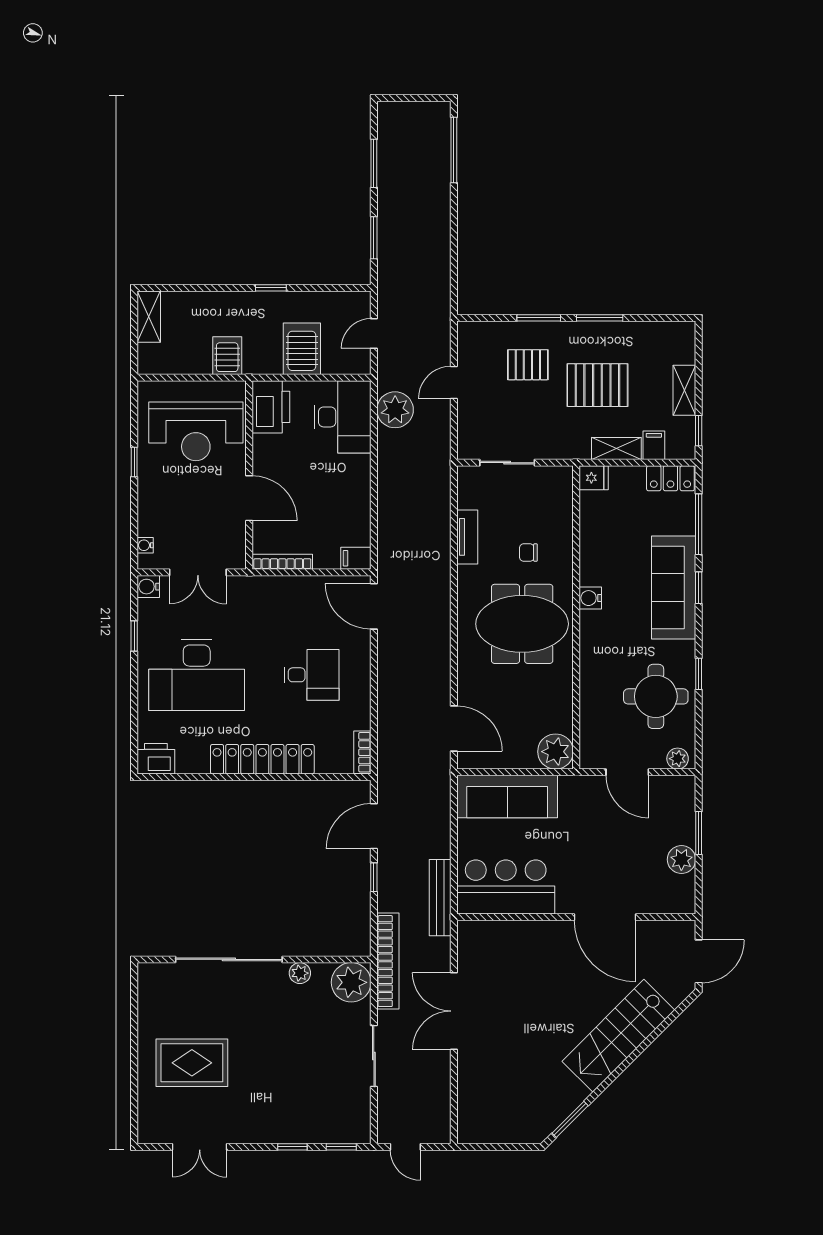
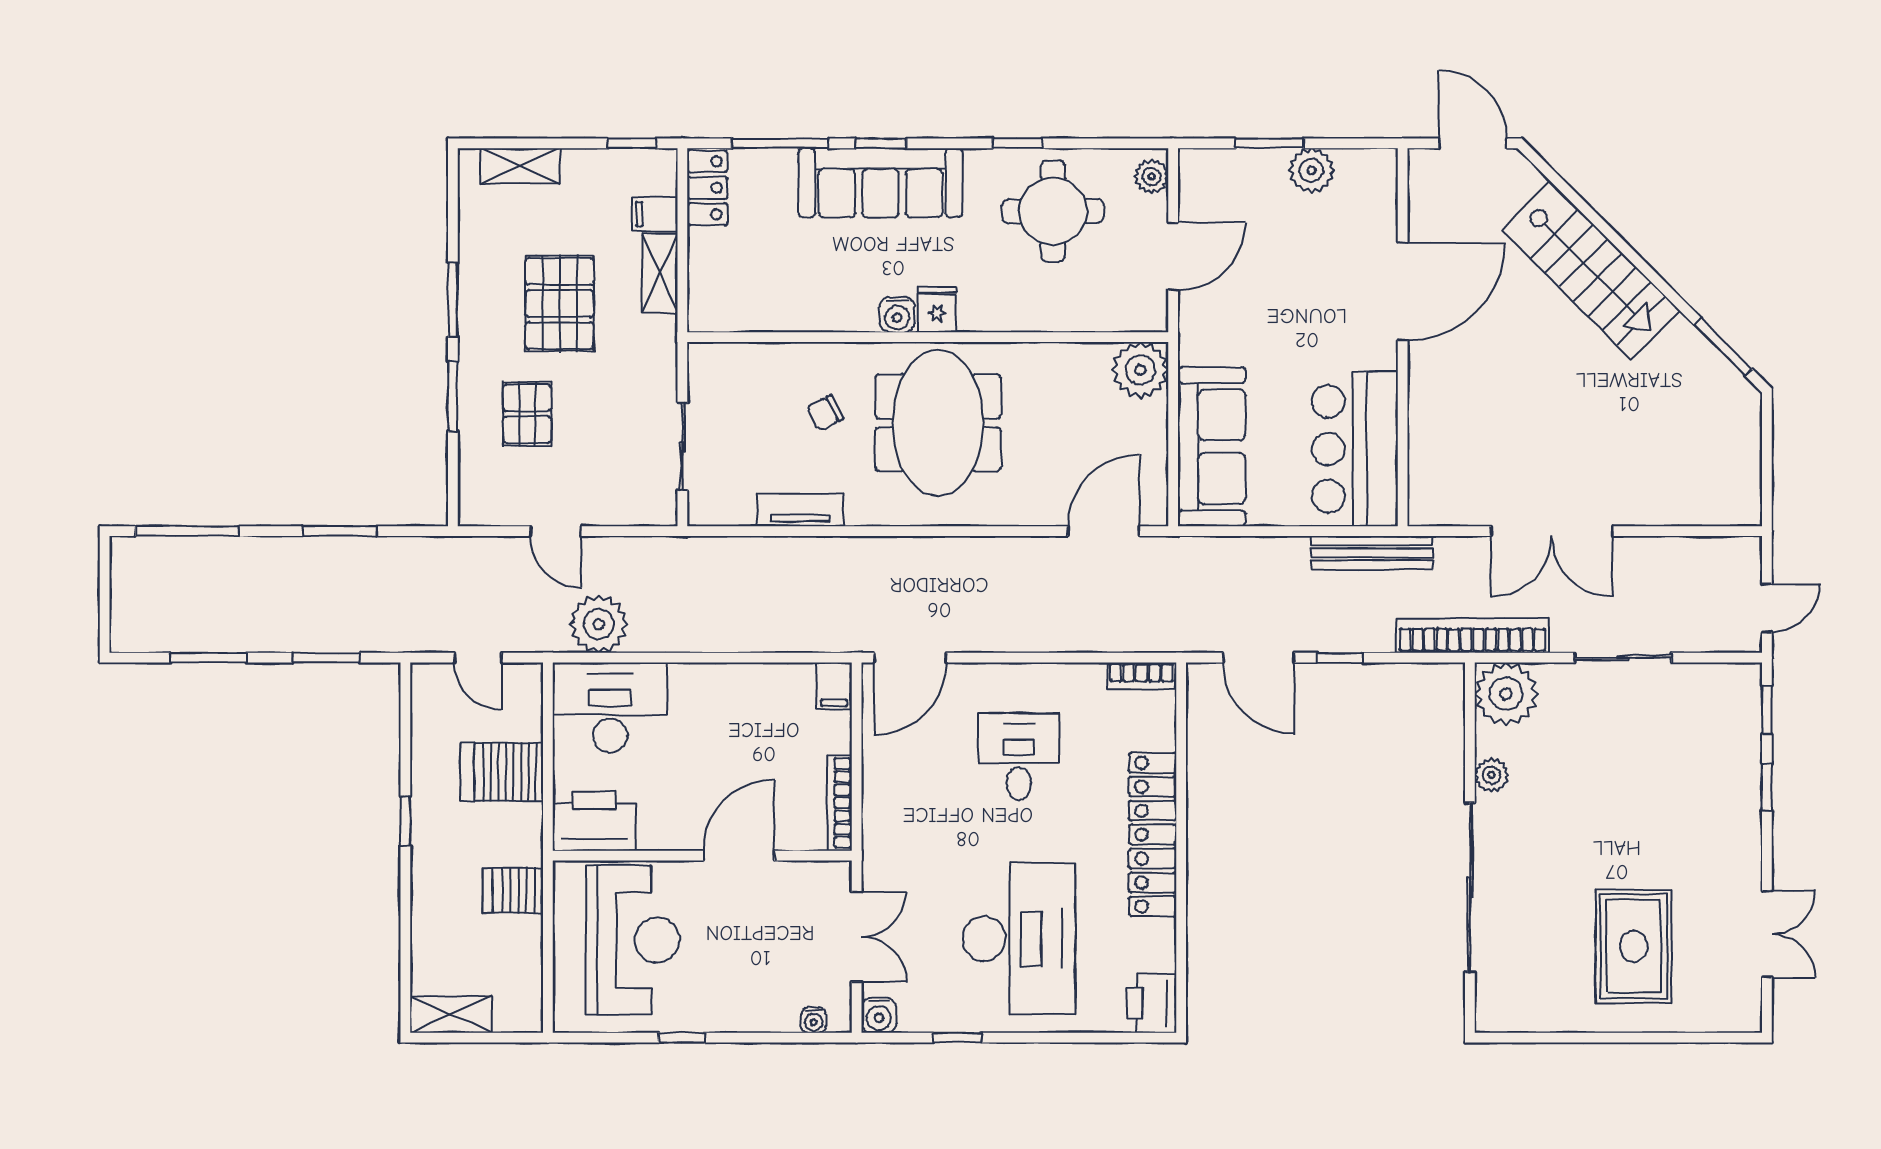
window: (454, 246) -> (340, 531), added
shelving: (684, 390) -> (520, 166), moved
fridge: (594, 478) -> (937, 309), moved
chair: (528, 553) -> (825, 413), turned 63

